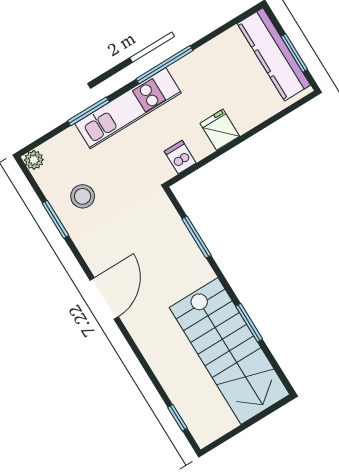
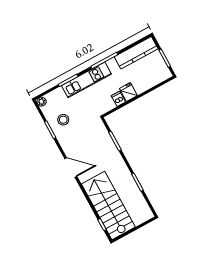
kitchen counter: (274, 54) -> (136, 53), moved, turned -90
dishwasher: (180, 157) -> (118, 99), moved
door: (104, 298) -> (71, 168), hinge flipped
stairs: (229, 351) -> (108, 205), moved, turned 180

